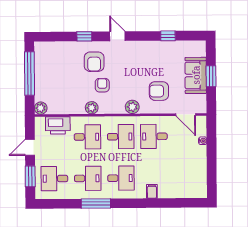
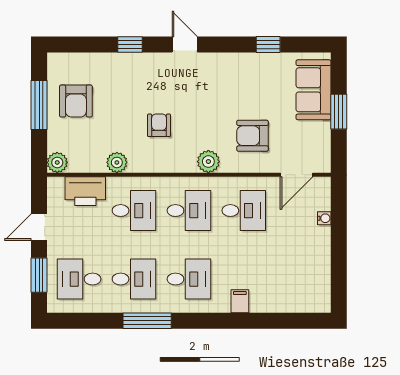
armchair: (94, 62) -> (76, 101), moved
window: (29, 73) -> (39, 105), width x0.68
sofa: (196, 75) -> (313, 90), moved
plant: (92, 108) -> (117, 162), moved
door: (186, 115) -> (296, 175), hinge flipped
desk: (154, 136) -> (244, 211), turned 180

